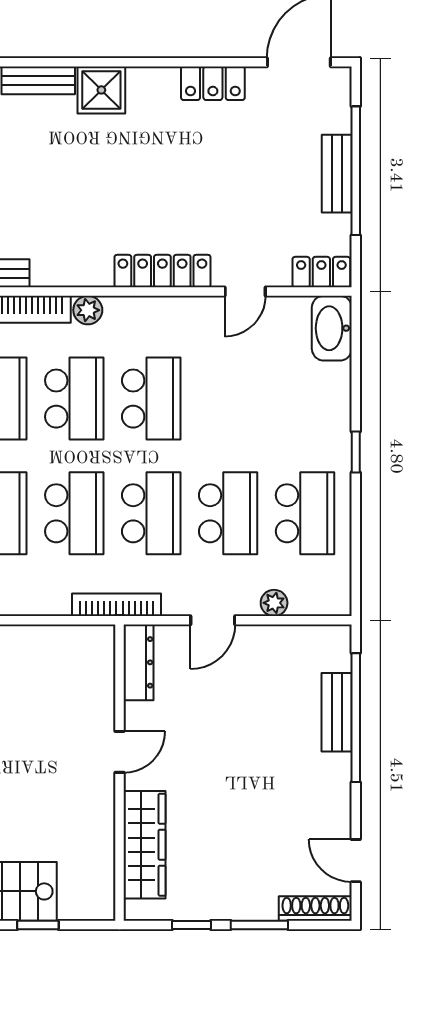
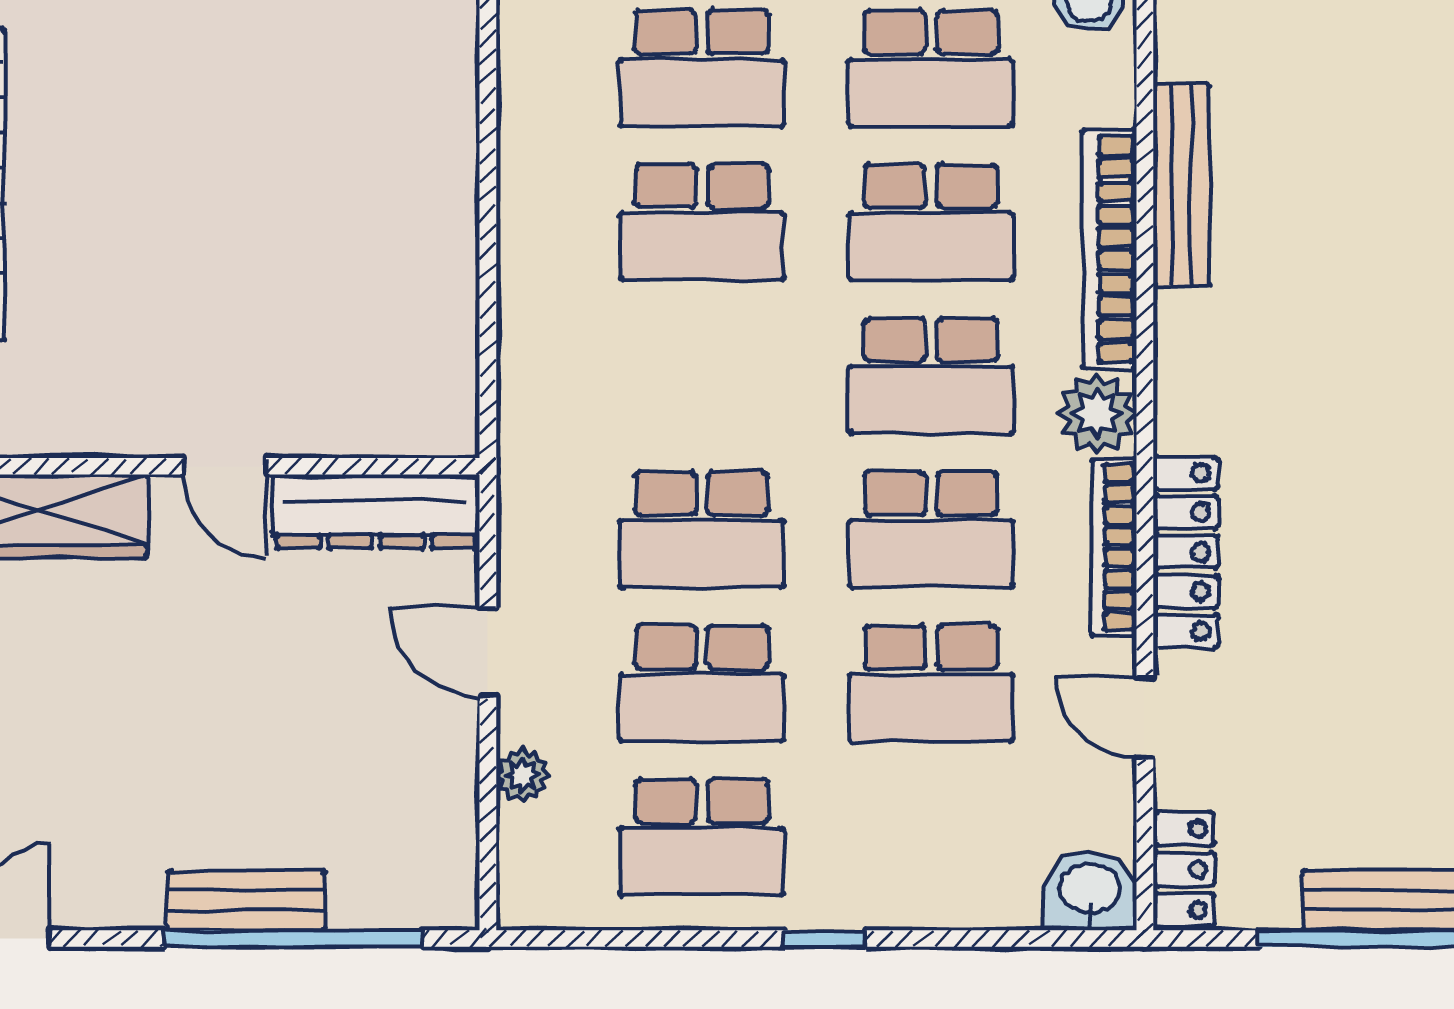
plant: (88, 310) -> (1097, 414), width x1.38, depth x1.38
washbasin: (332, 328) -> (1090, 891), width x0.72
school desk: (74, 513) -> (931, 683), moved
bookcase: (116, 605) -> (1114, 547), moved, turned 180
dresser: (139, 662) -> (376, 511), width x1.37, depth x1.24
bench: (337, 712) -> (246, 900), moved

